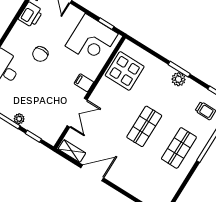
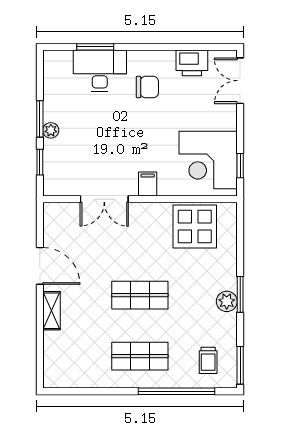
chair: (40, 54) -> (147, 87), moved, turned 180
shelving: (72, 151) -> (51, 311), moved

